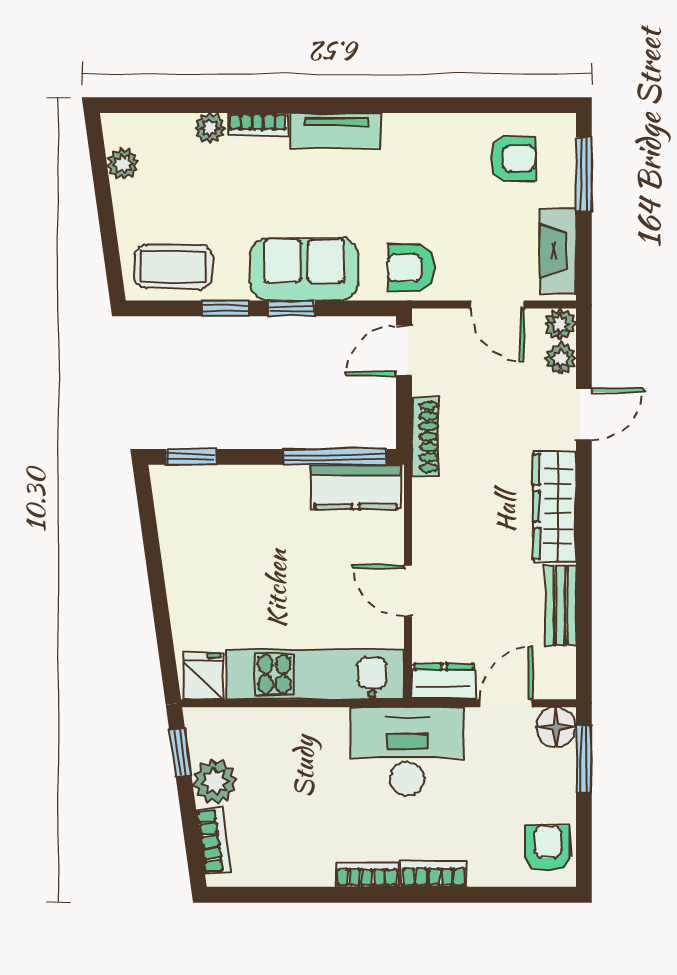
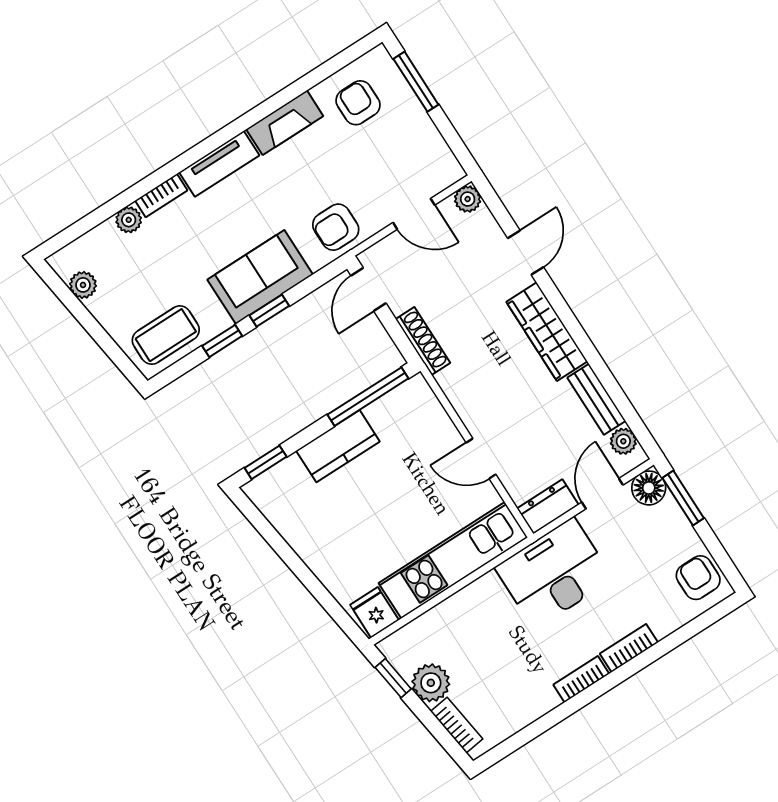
armchair: (513, 158) -> (358, 103), turned -90
fireplace: (558, 251) -> (285, 123), moved, turned -90
plant: (561, 358) -> (623, 441), moved
kitchen counter: (356, 487) -> (338, 446), moved

